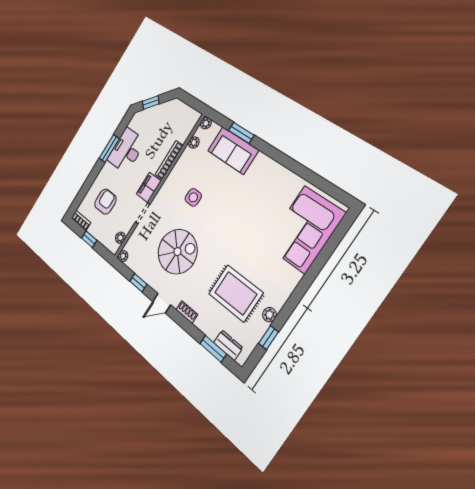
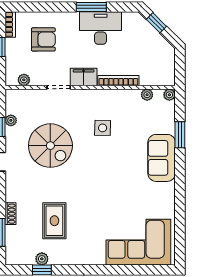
sofa: (233, 151) -> (162, 158), moved
plant: (123, 256) -> (11, 120), moved
rug: (236, 293) -> (54, 221), width x0.73, depth x0.70
shoe rack: (187, 312) -> (10, 214), moved
plant: (269, 315) -> (42, 259), moved
dresser: (228, 345) -> (12, 242), removed

